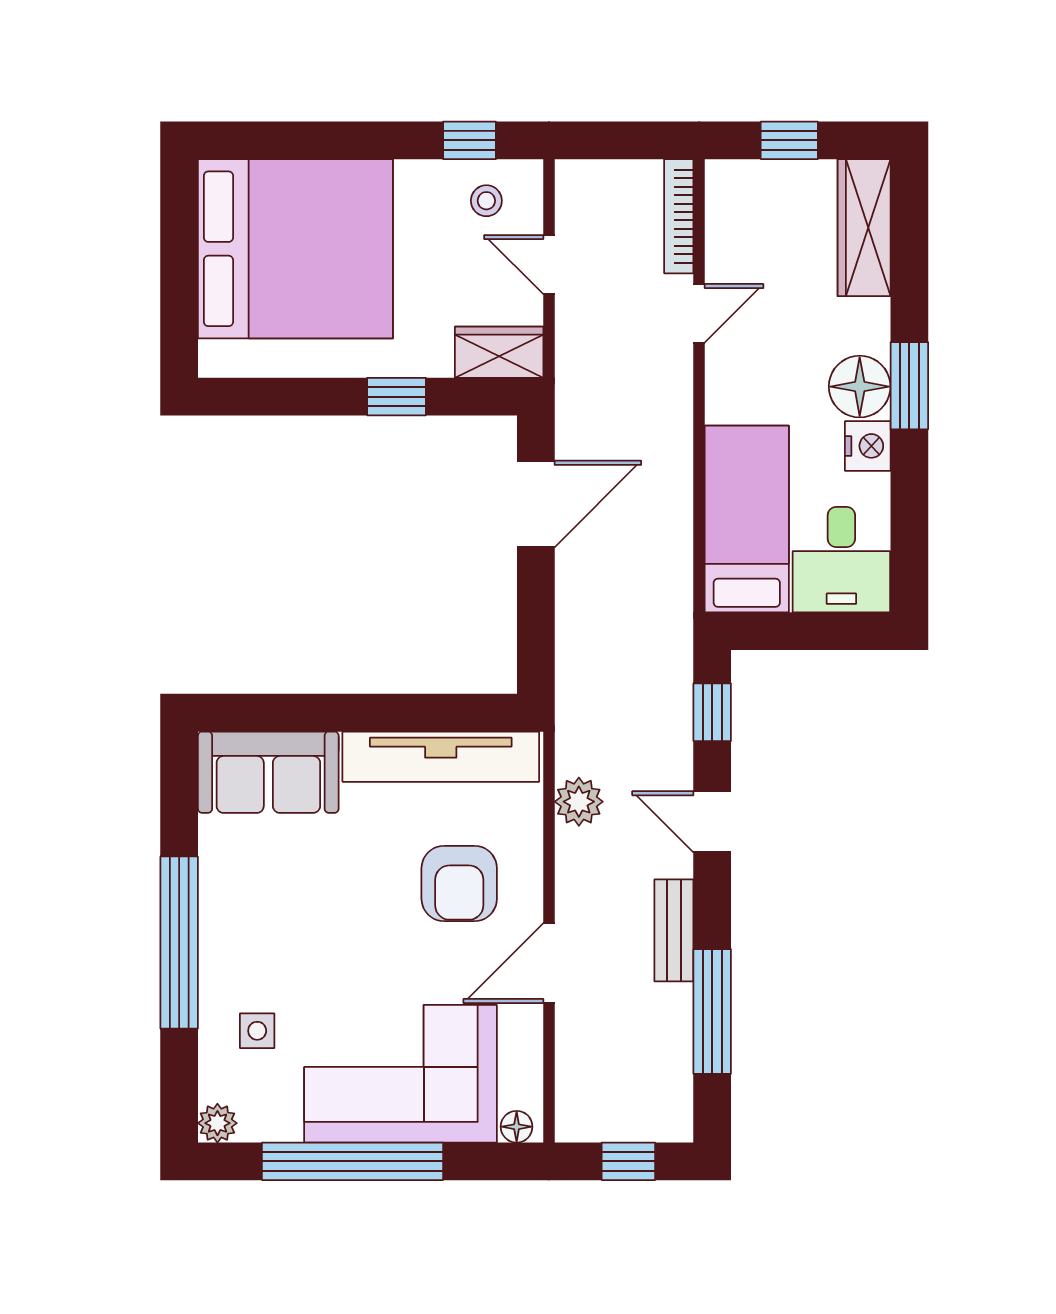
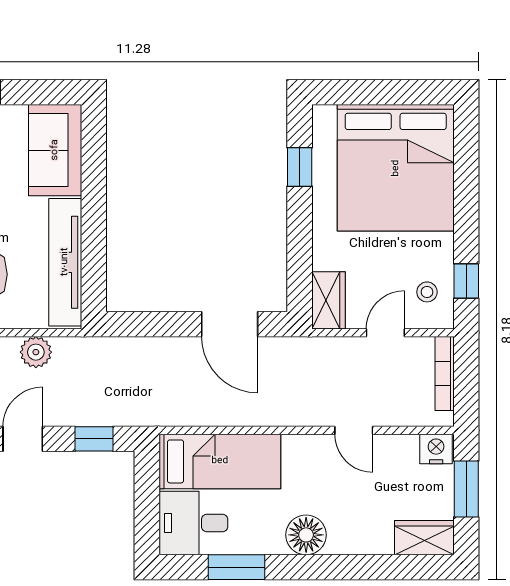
window: (789, 140) -> (466, 489), width x1.50
bookcase: (679, 216) -> (445, 374), moved, turned -90
wardrobe: (864, 228) -> (424, 538), width x0.67
window: (909, 386) -> (237, 567), moved
window: (396, 397) -> (300, 167), moved
nightstand: (868, 446) -> (436, 449), moved, turned 180

